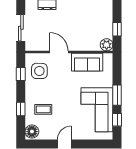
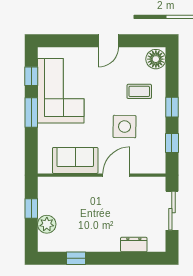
plant: (107, 45) -> (47, 224), moved
door: (59, 52) -> (116, 175), swing flipped
side table: (39, 71) -> (125, 127), moved
window: (21, 109) -> (172, 107), moved

